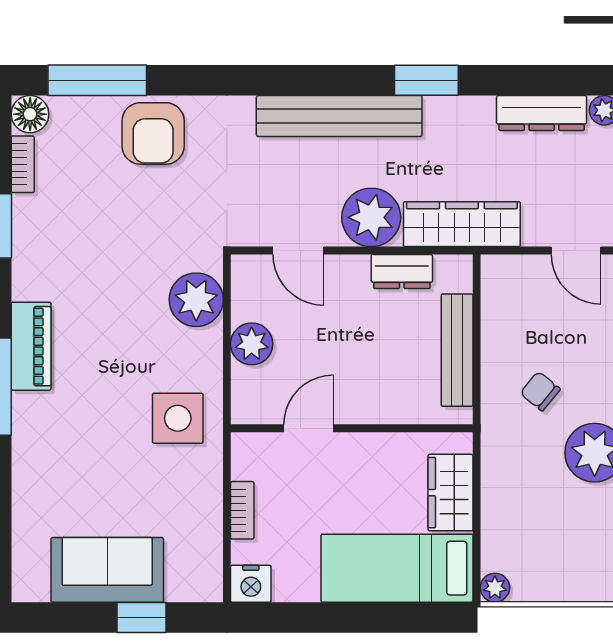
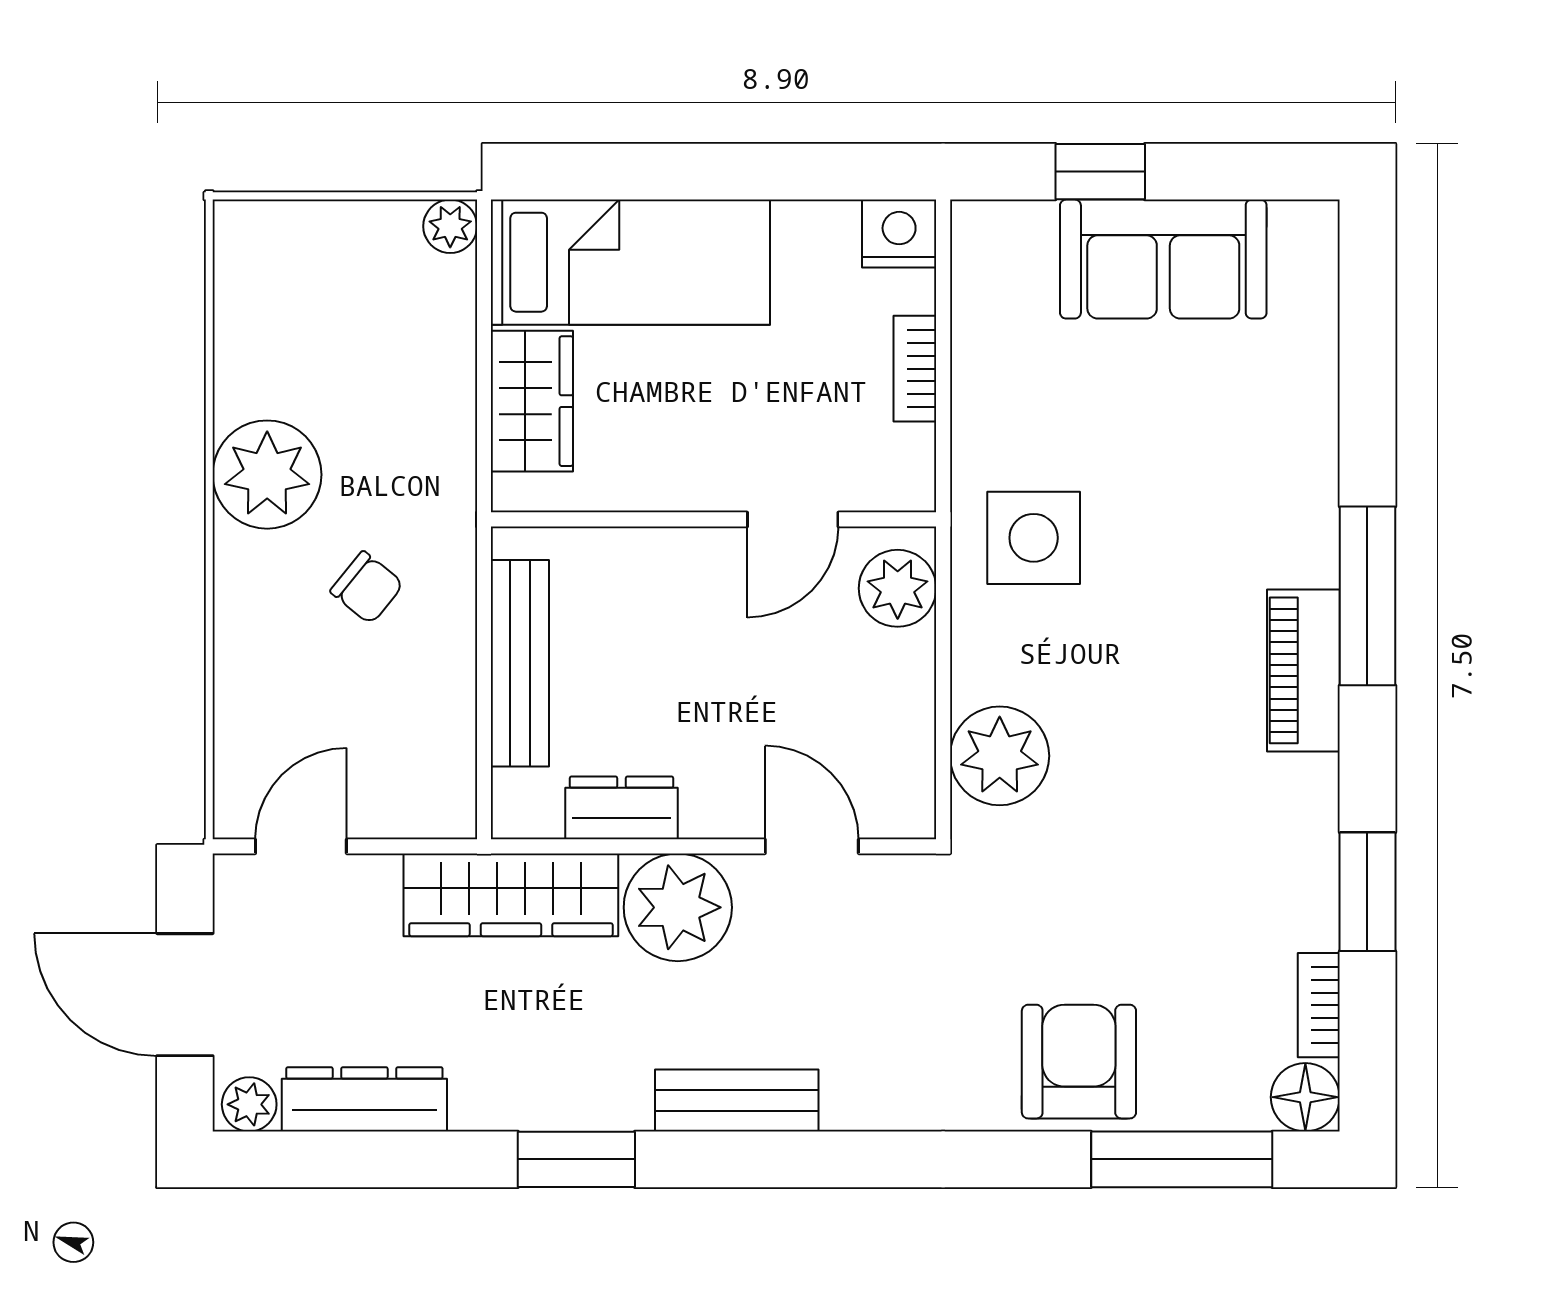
bench: (339, 116) -> (737, 1100), width x0.54, depth x0.82
door: (576, 250) -> (301, 846), hinge flipped
plant: (252, 344) -> (898, 588), moved

